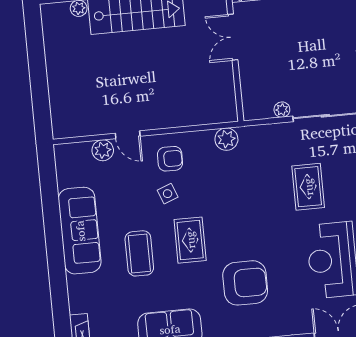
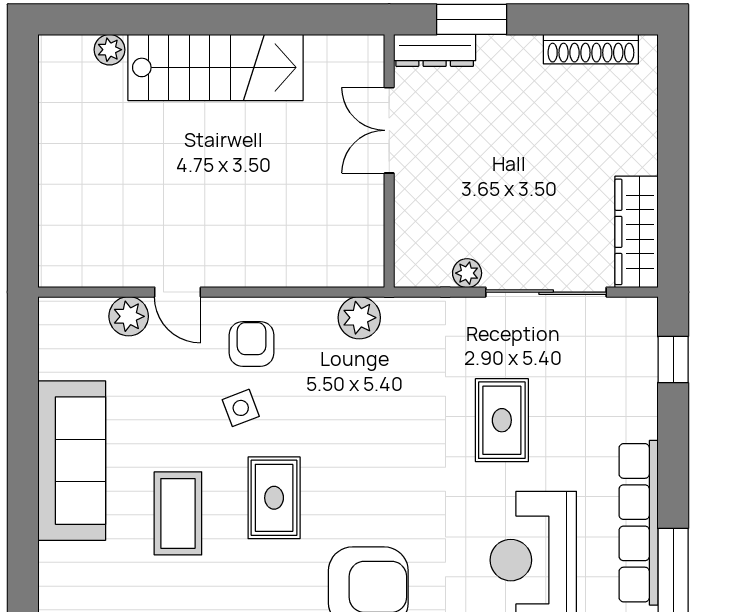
armchair: (170, 159) -> (251, 344), turned -90

